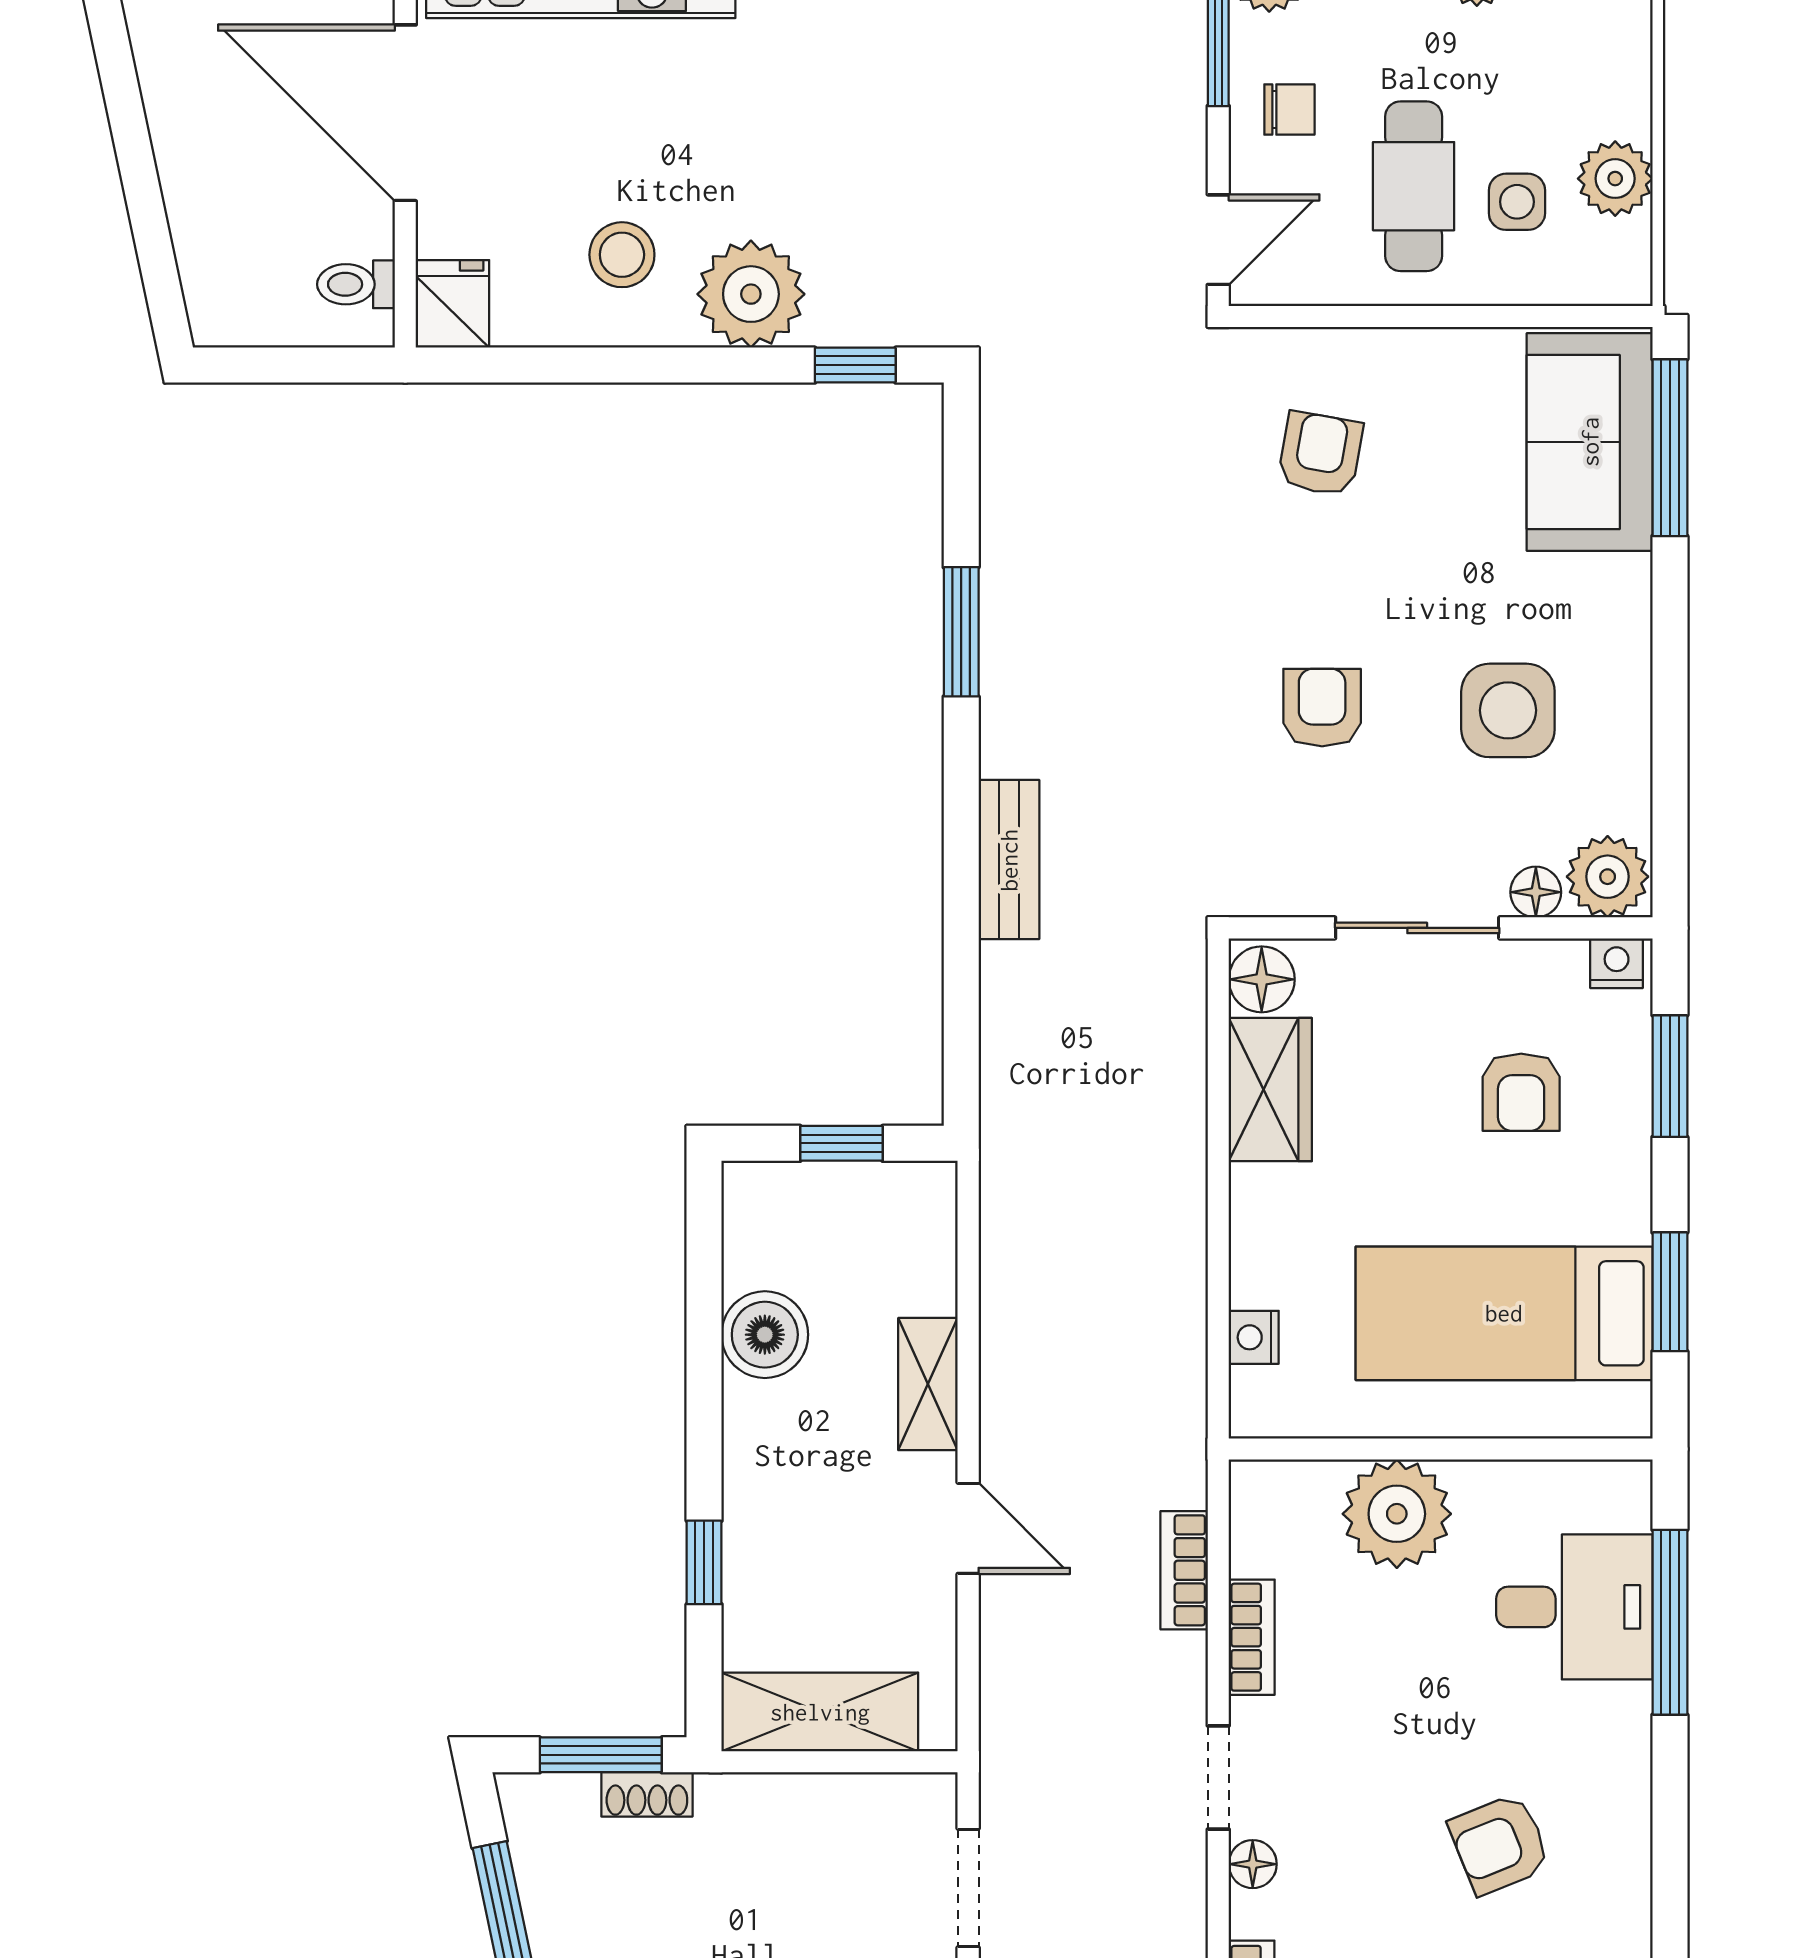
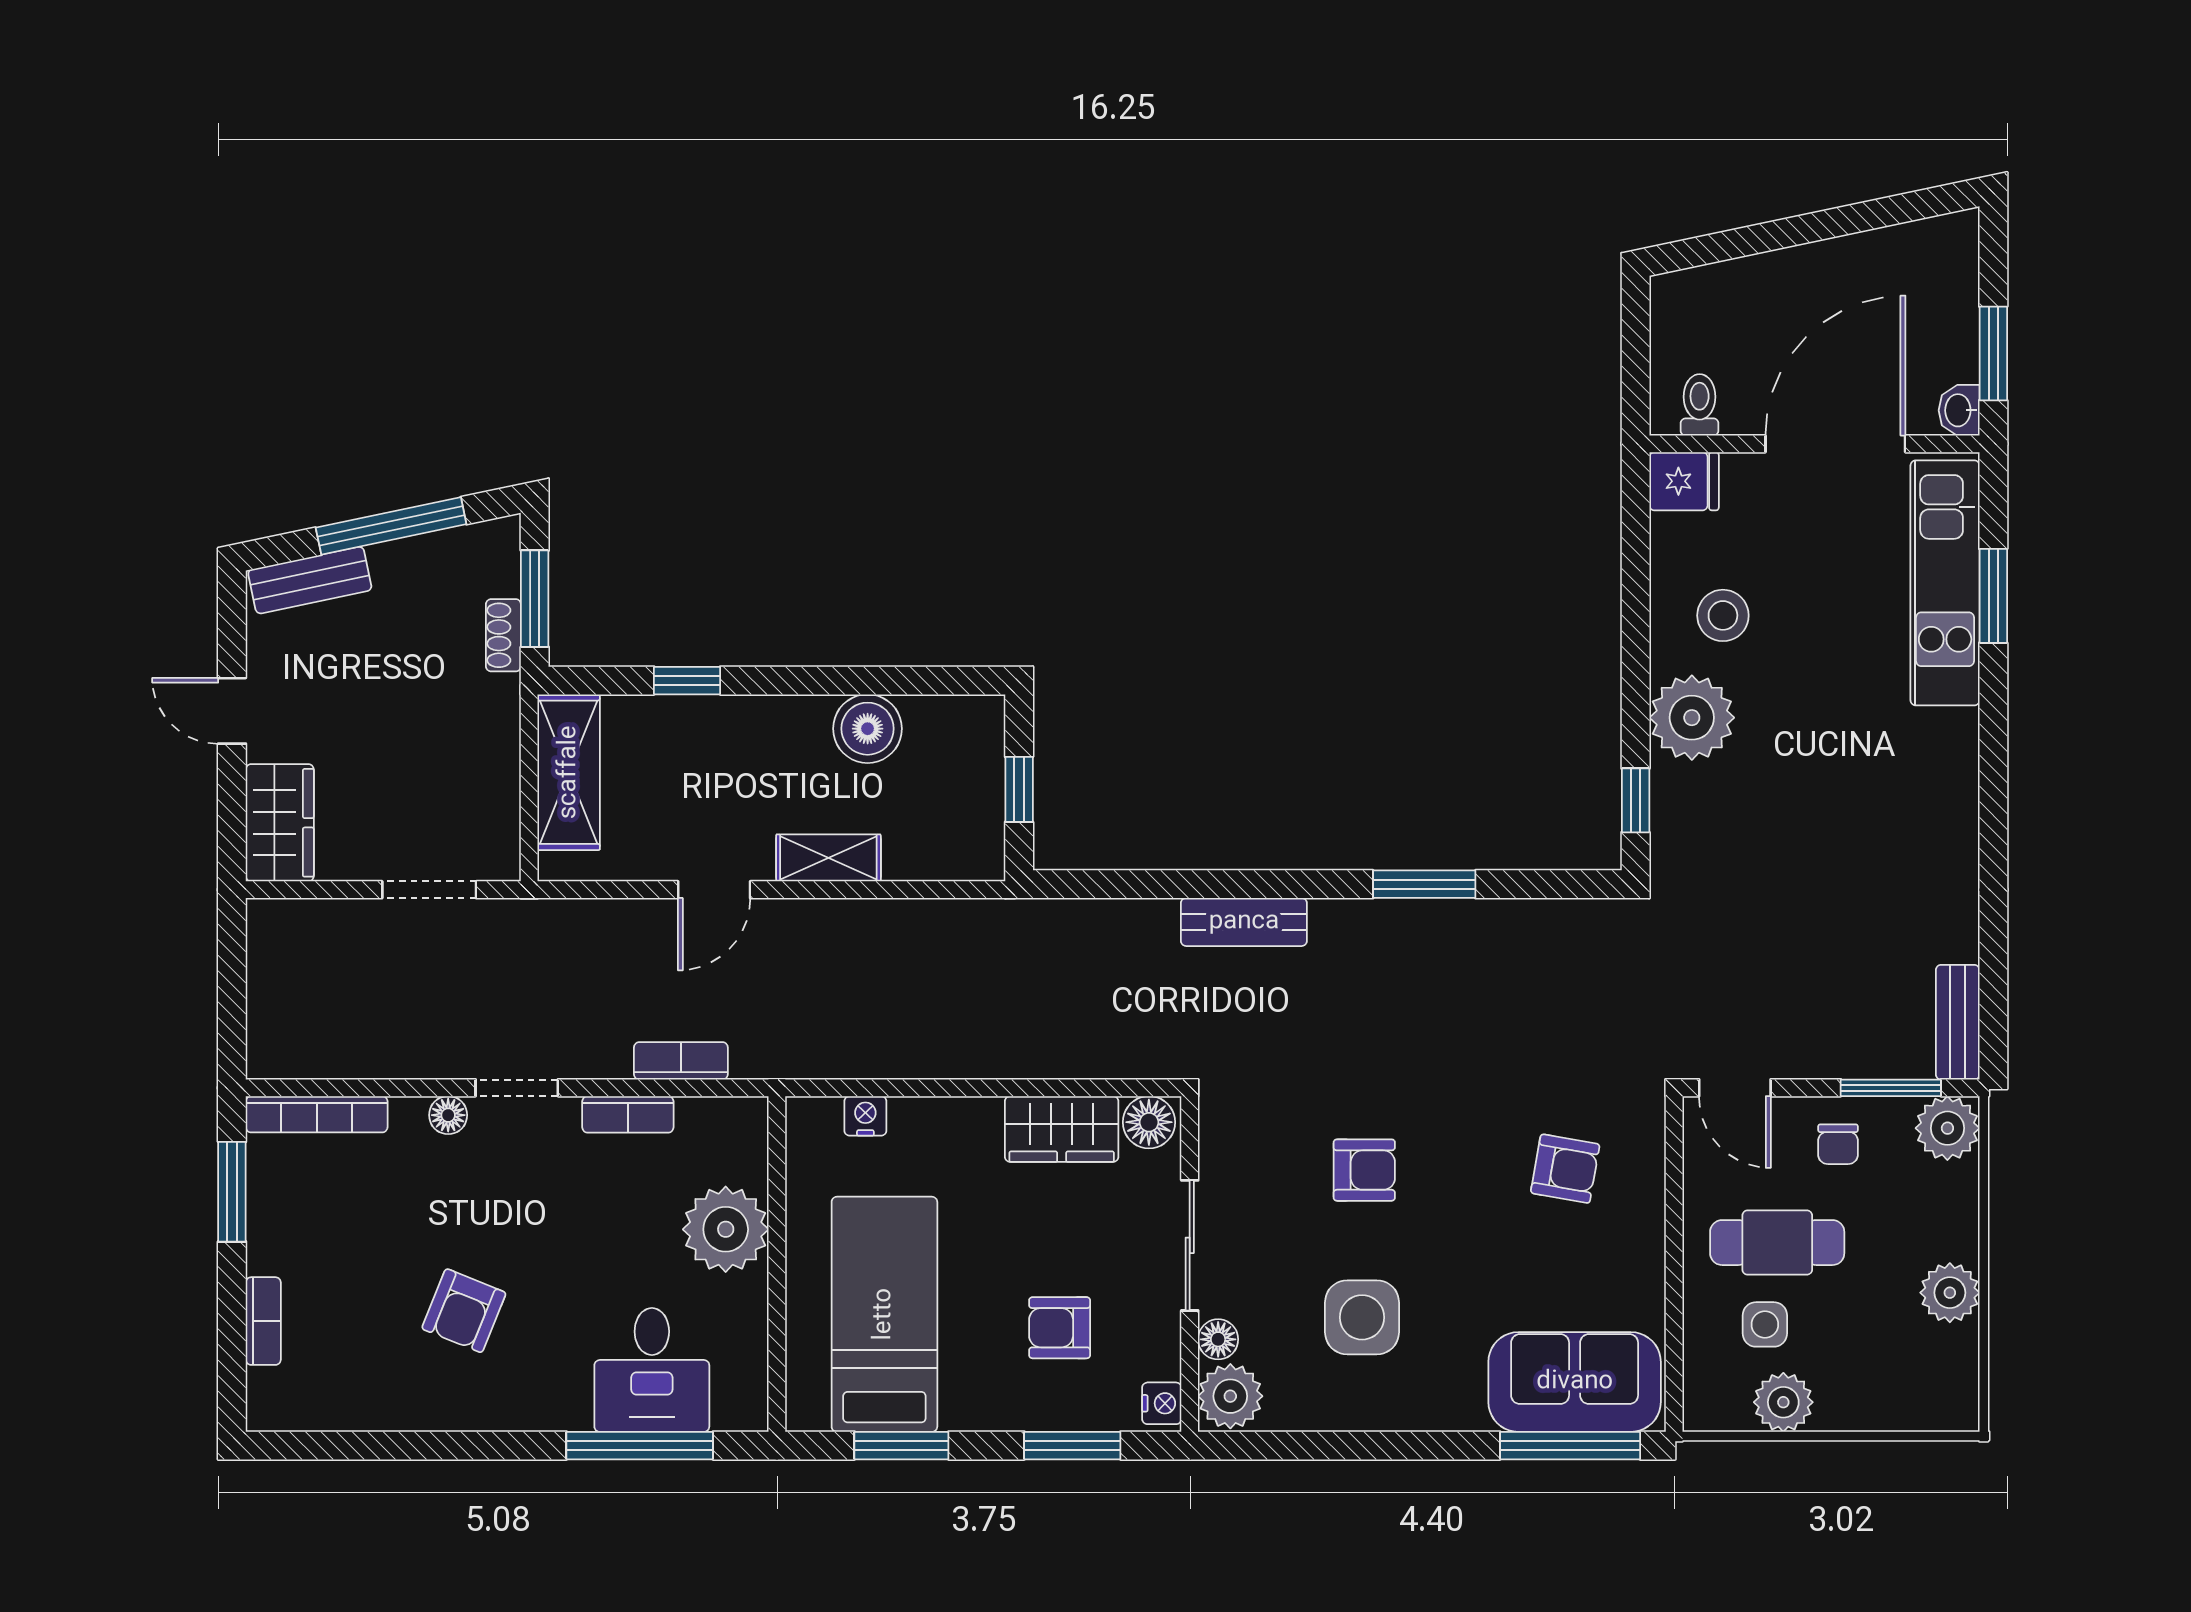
armchair: (1500, 1844) -> (464, 1311), turned -136

